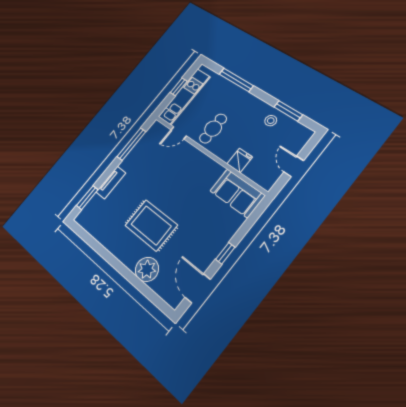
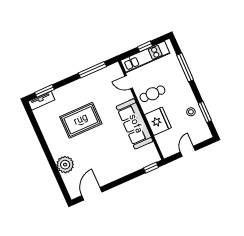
fridge: (240, 160) -> (158, 121), width x1.88, depth x1.34
tv unit: (111, 182) -> (41, 101), moved
sofa: (237, 193) -> (135, 124), moved, width x1.36
rug: (151, 225) -> (81, 120), moved, turned 90
window: (225, 253) -> (151, 168), moved

